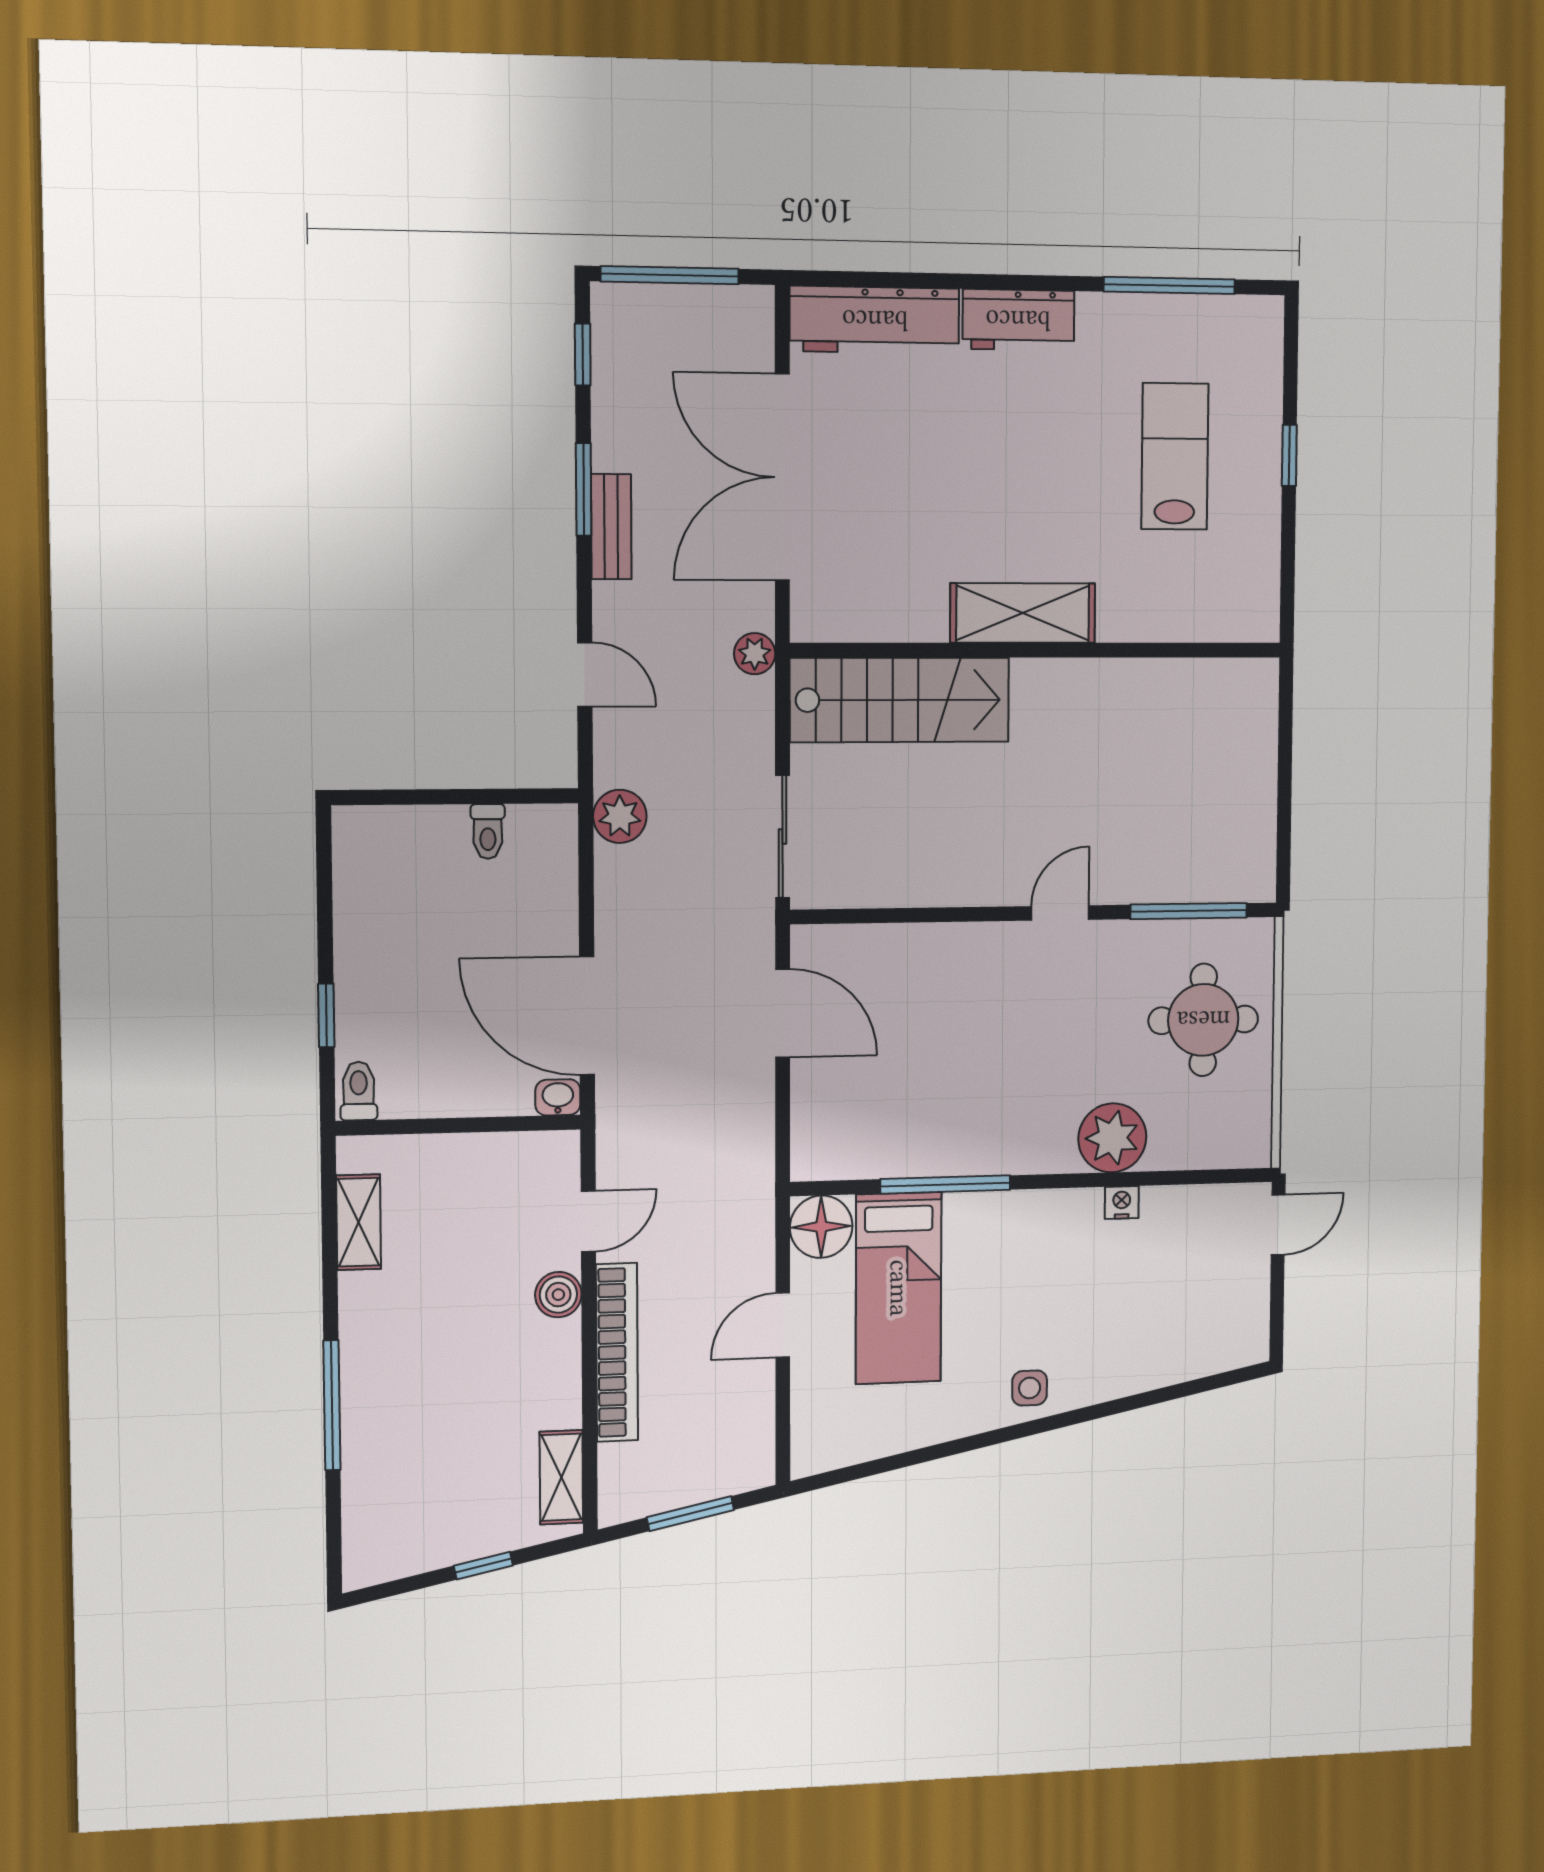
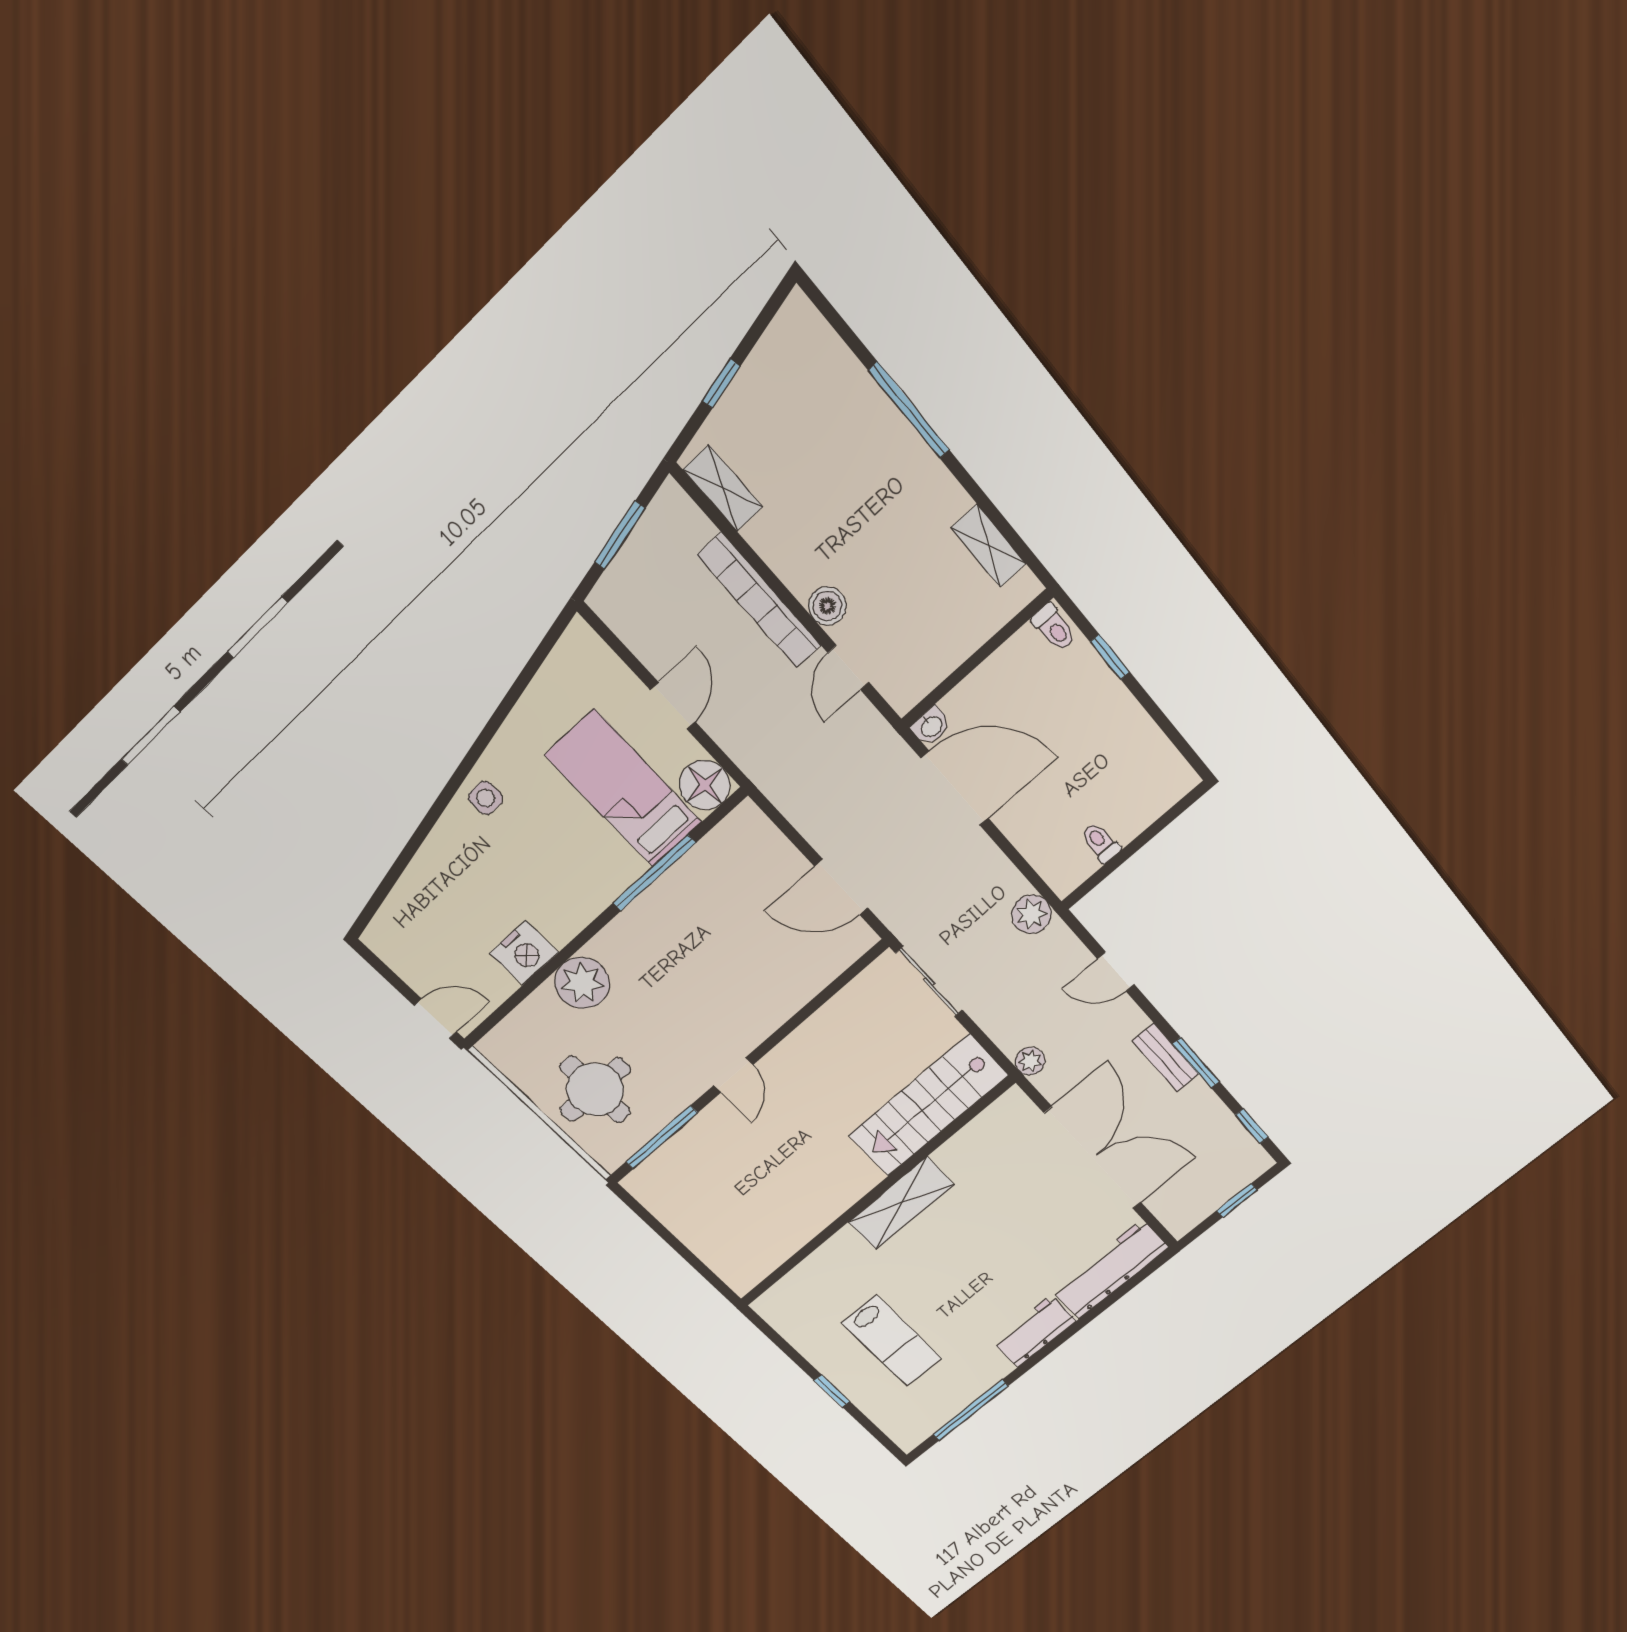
window: (670, 275) -> (1237, 1200), width x0.46
nightstand: (1122, 1203) -> (524, 953), width x1.89, depth x1.79
door: (1278, 1225) -> (435, 1019), swing flipped

